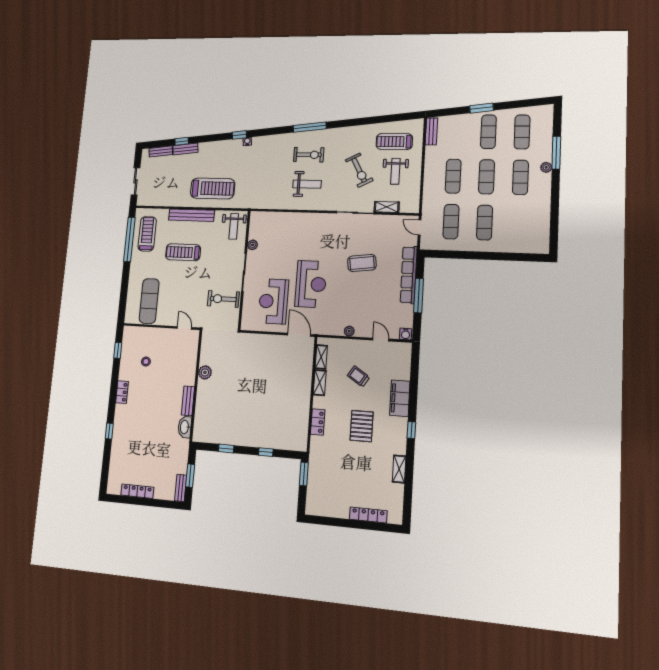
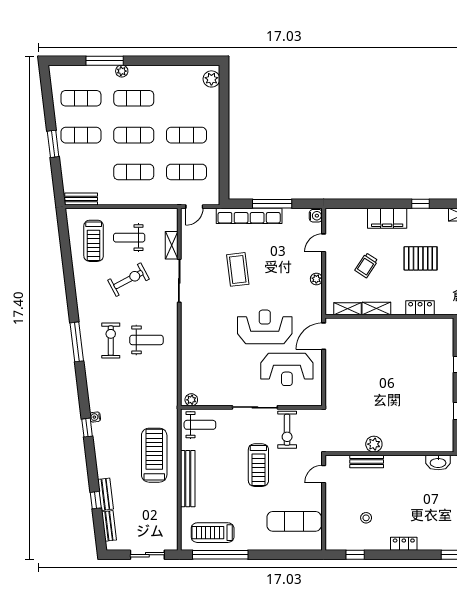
weight bench: (395, 171) -> (129, 238), turned 180
weight bench: (307, 184) -> (146, 340), turned 90
plant: (253, 245) -> (191, 400), moved
plant: (536, 246) -> (211, 79), added
treadmill: (183, 252) -> (258, 465), moved
bench: (188, 401) -> (367, 461), moved

